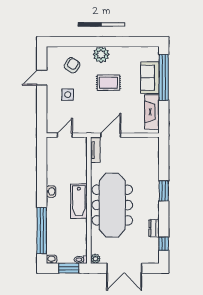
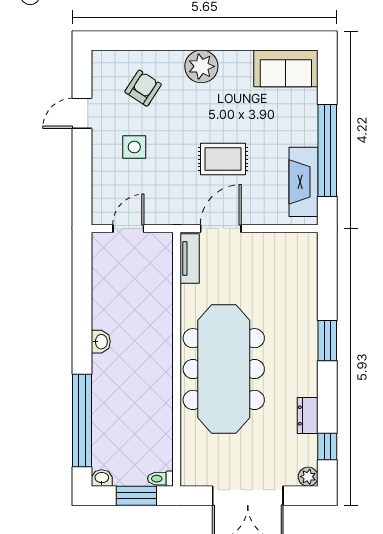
window: (164, 77) -> (327, 151), moved
sofa: (150, 78) -> (286, 68), moved, turned -90
rug: (108, 83) -> (223, 159), moved
bathtub: (79, 201) -> (157, 361), removed
plant: (95, 259) -> (308, 477), moved

